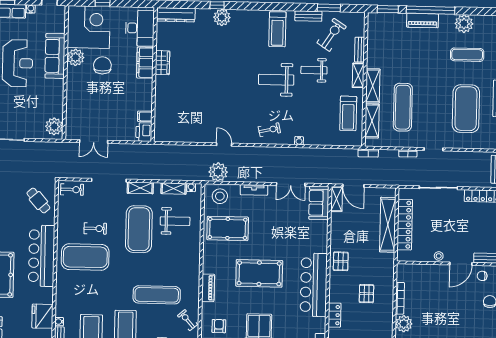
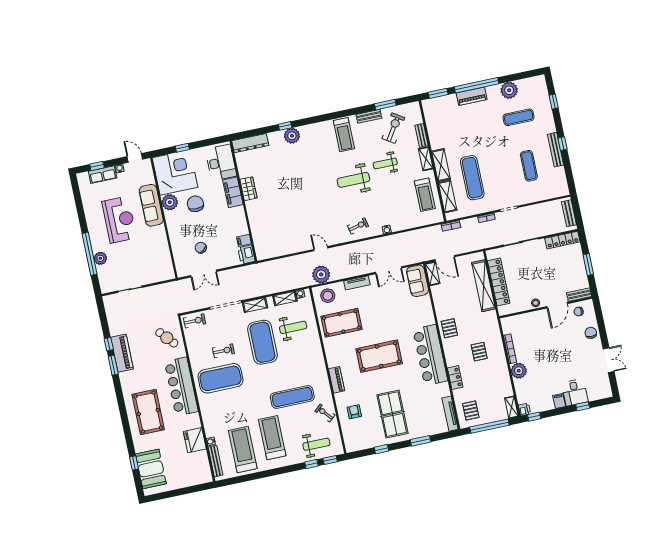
exercise mat: (466, 109) -> (529, 166), width x0.50, depth x0.69
chair: (97, 113) -> (201, 248), added
plant: (54, 126) -> (165, 268), removed

